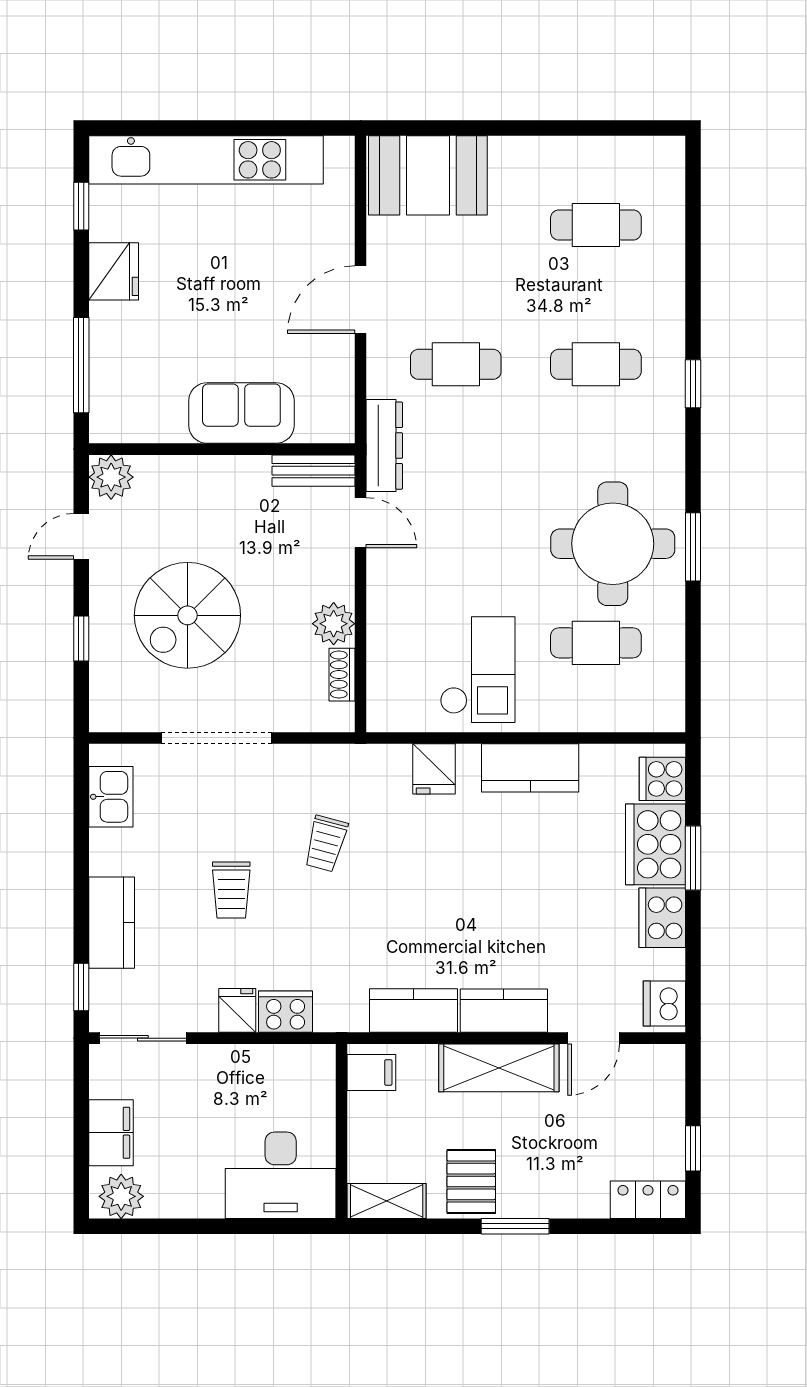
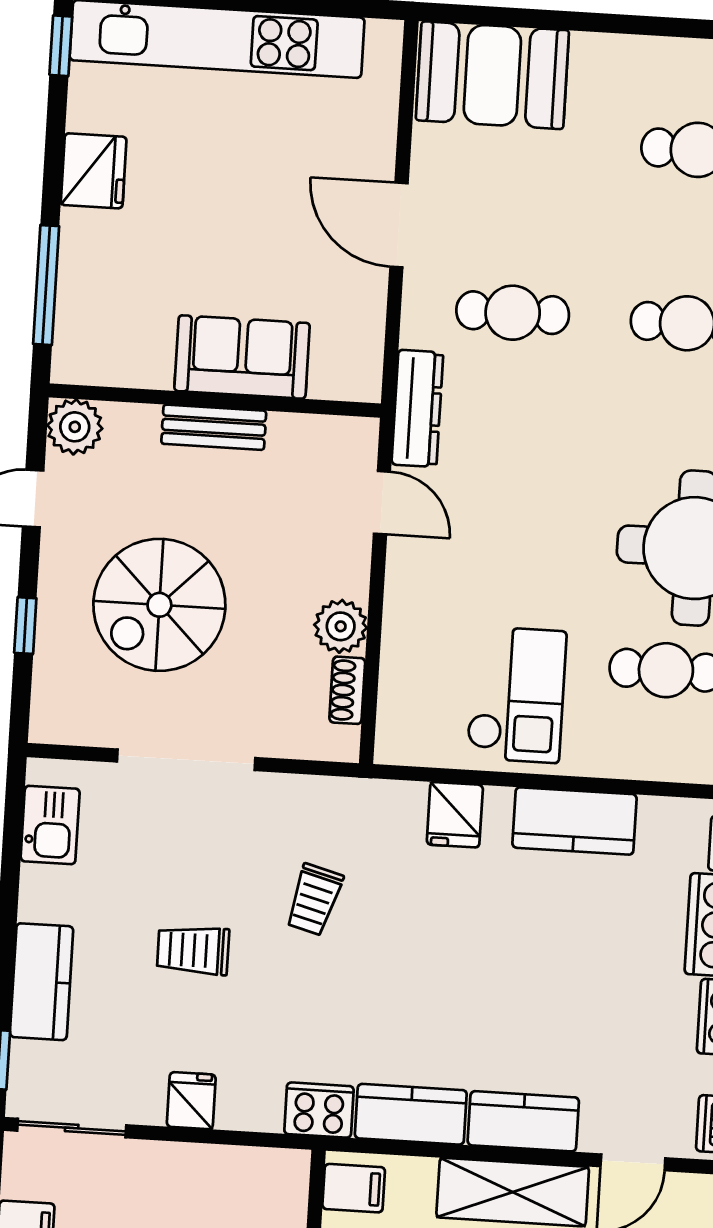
window: (81, 206) -> (61, 46), moved
door: (361, 300) -> (399, 225), hinge flipped
bench: (313, 471) -> (214, 427), moved
trolley: (231, 890) -> (193, 950), turned 90
cooker: (286, 1012) -> (319, 1110), moved

